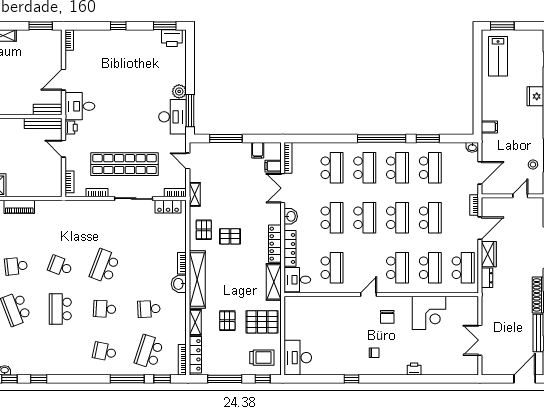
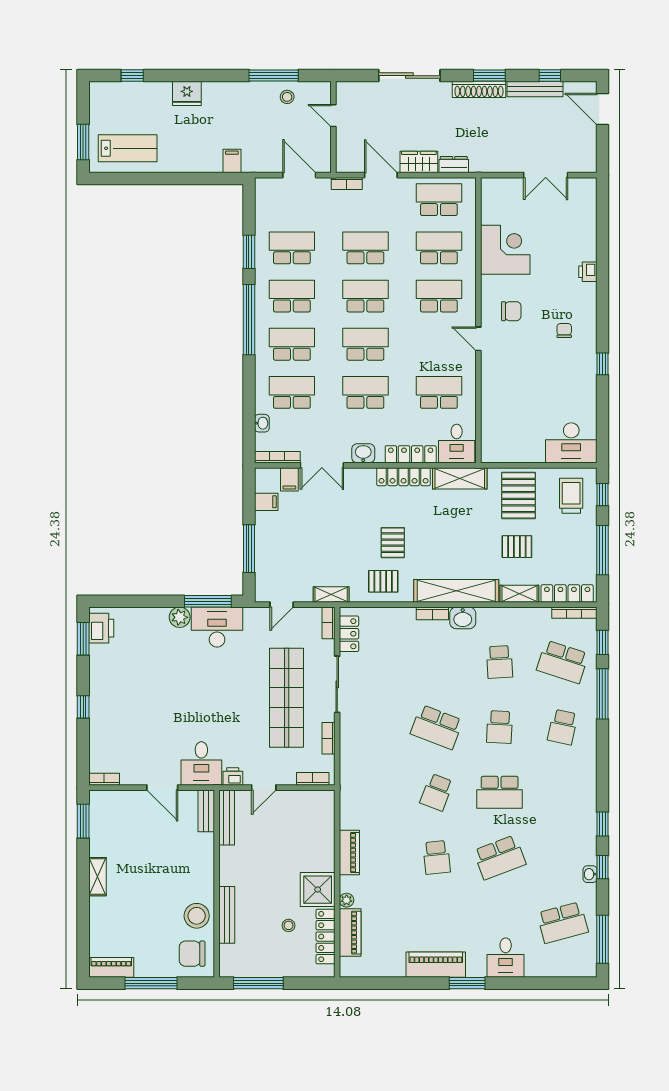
washbasin: (472, 147) -> (262, 423), moved

